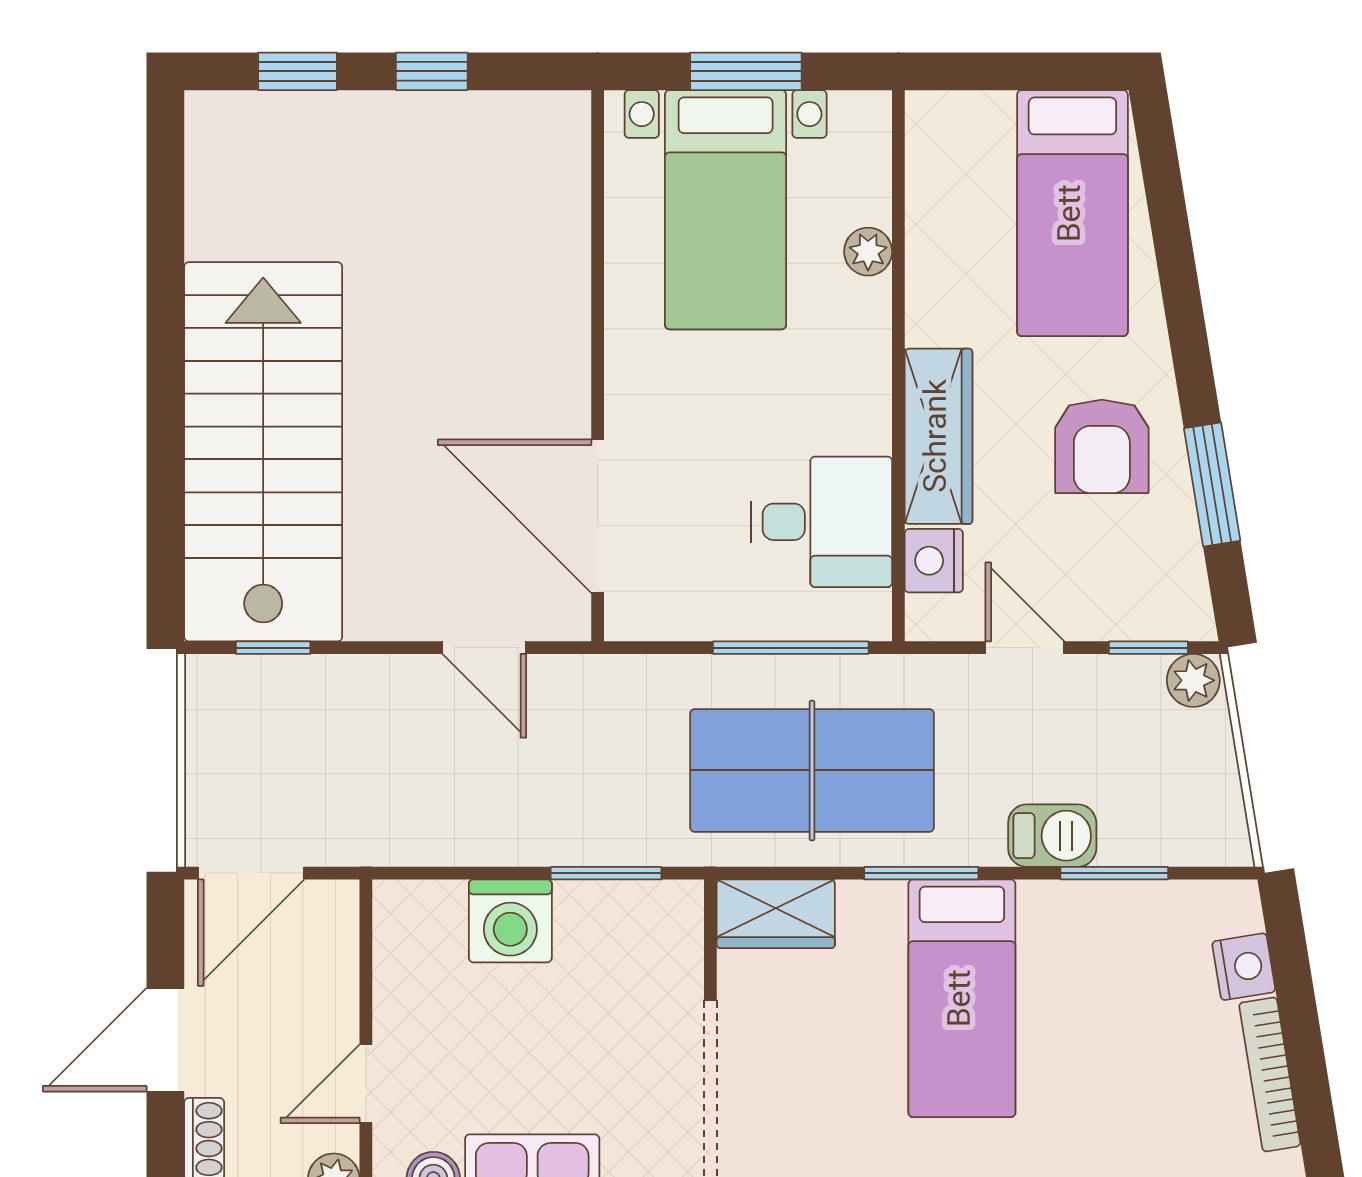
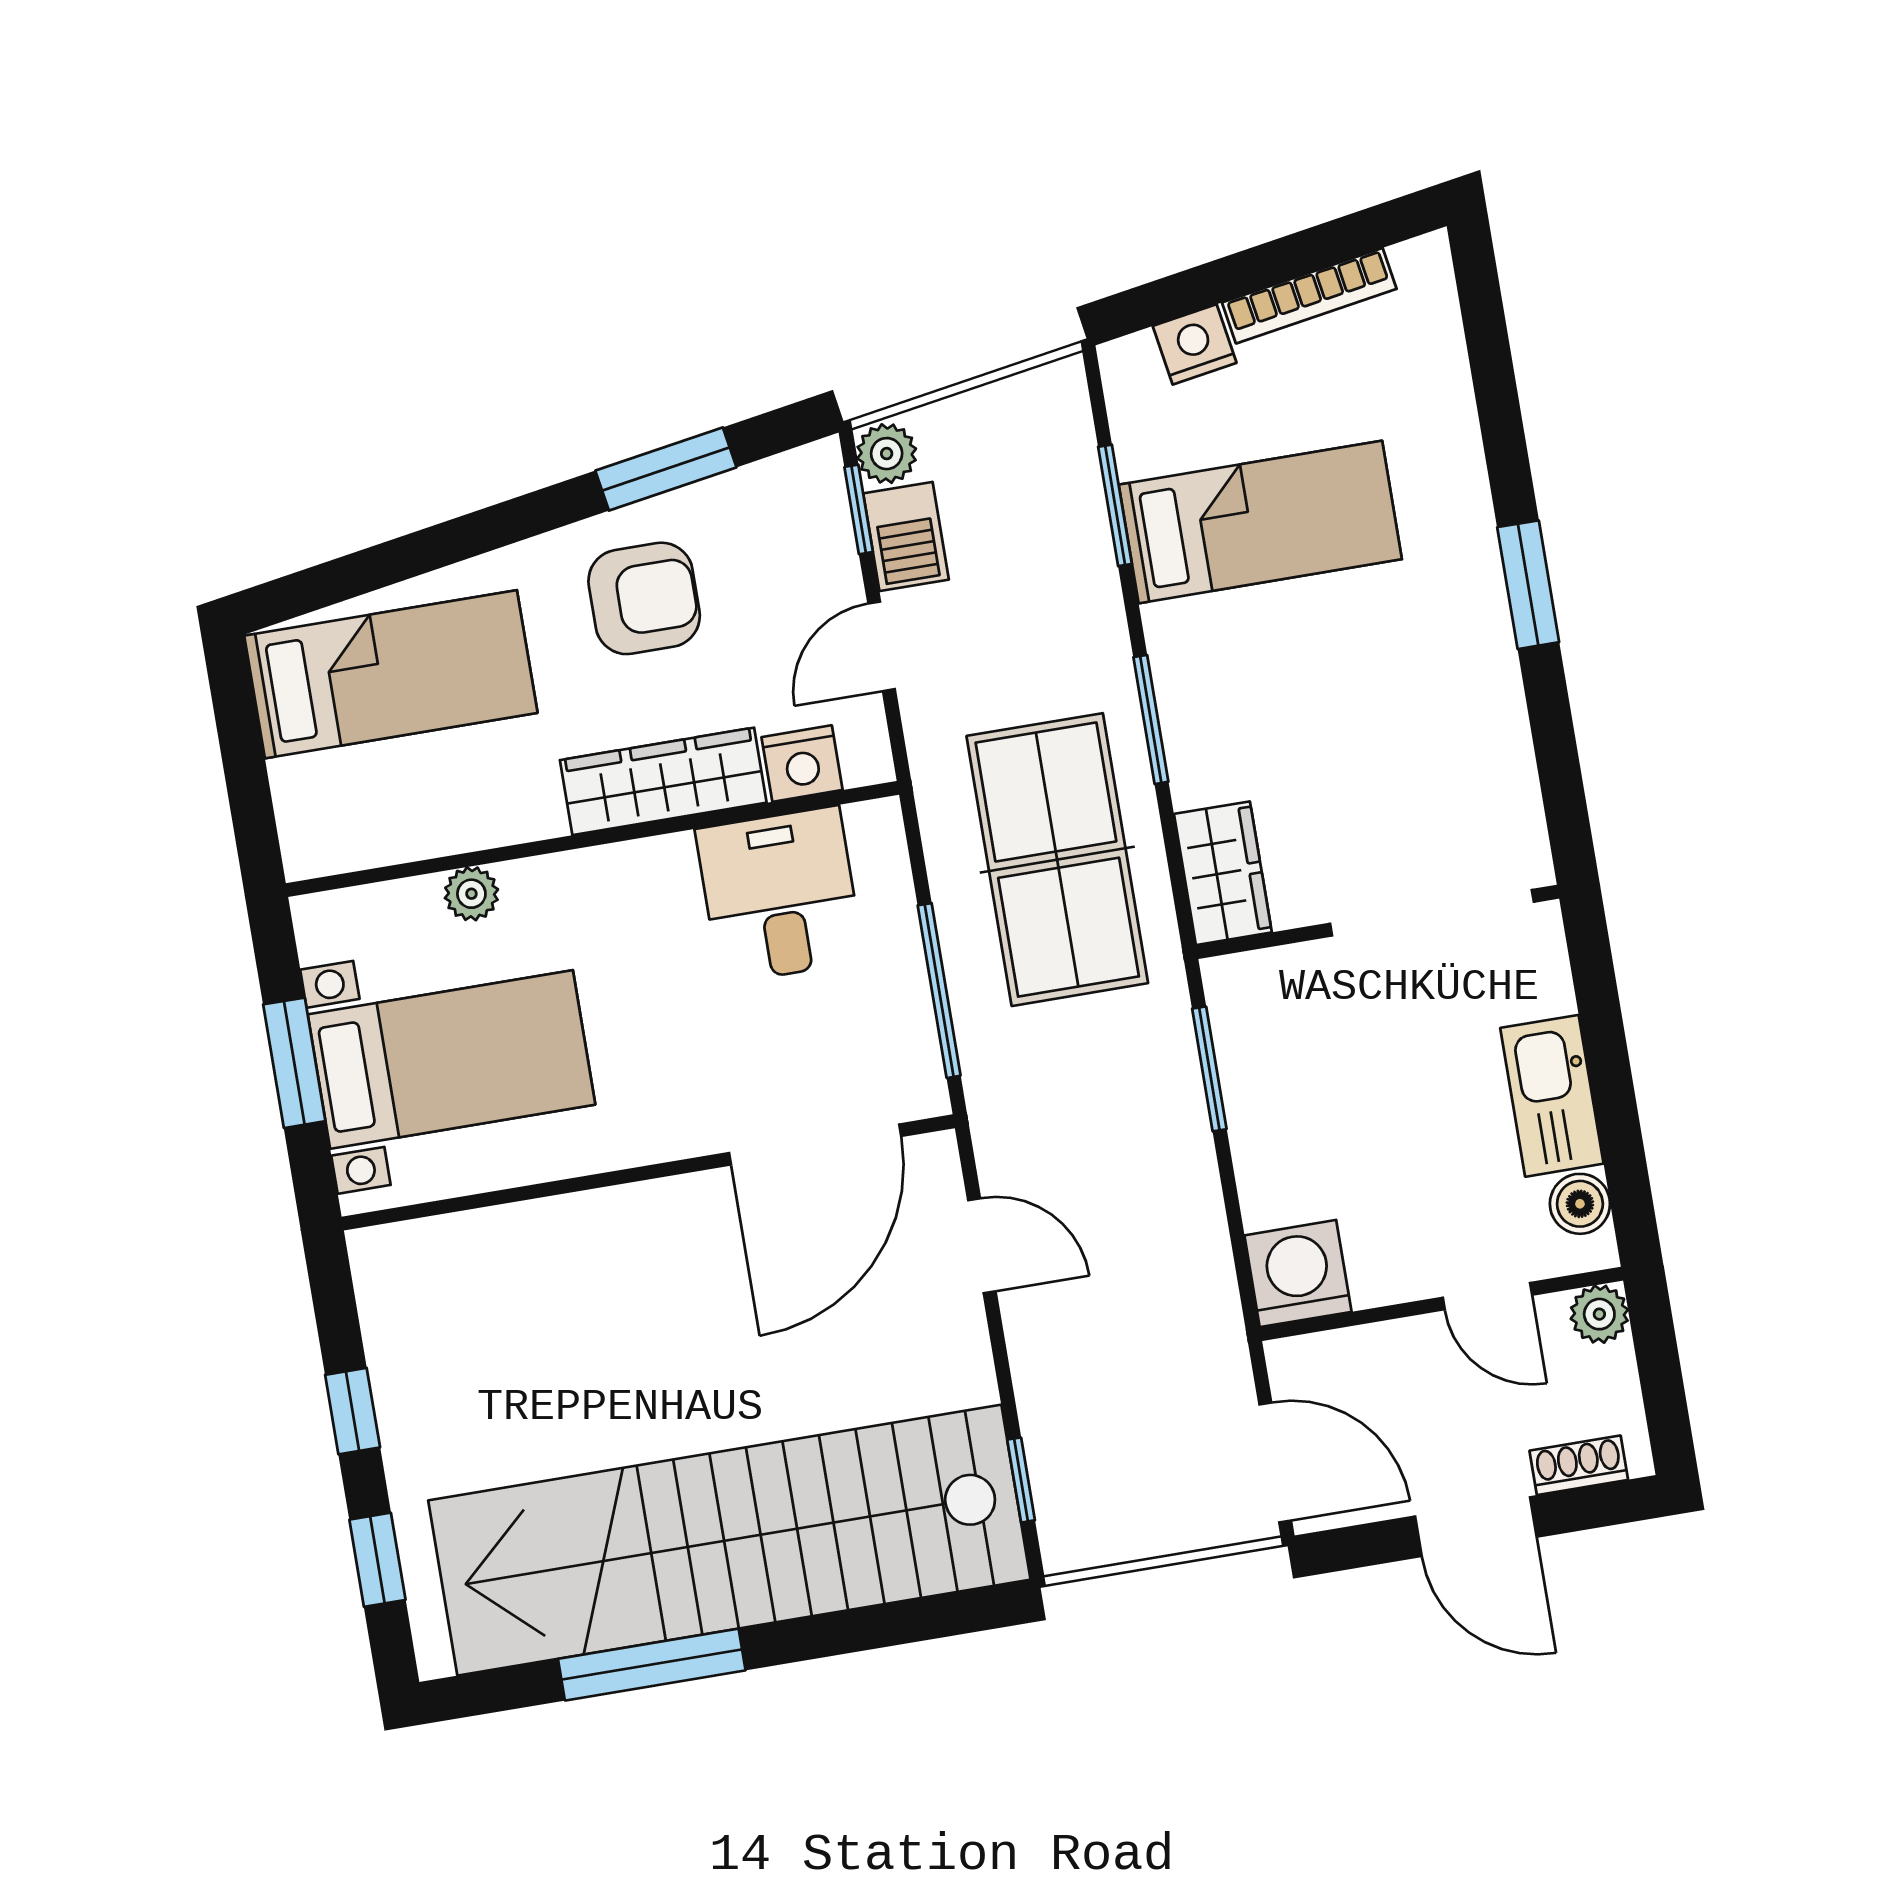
window: (165, 297) -> (652, 1665), added
stairs: (263, 452) -> (729, 1540), width x1.36
door: (484, 648) -> (982, 1246), hinge flipped
window: (791, 648) -> (939, 991), moved
barbecue: (1052, 836) -> (906, 536), moved, turned 180
washing machine: (510, 921) -> (1298, 1274), moved, turned -90
bed: (962, 998) -> (1260, 522), moved

